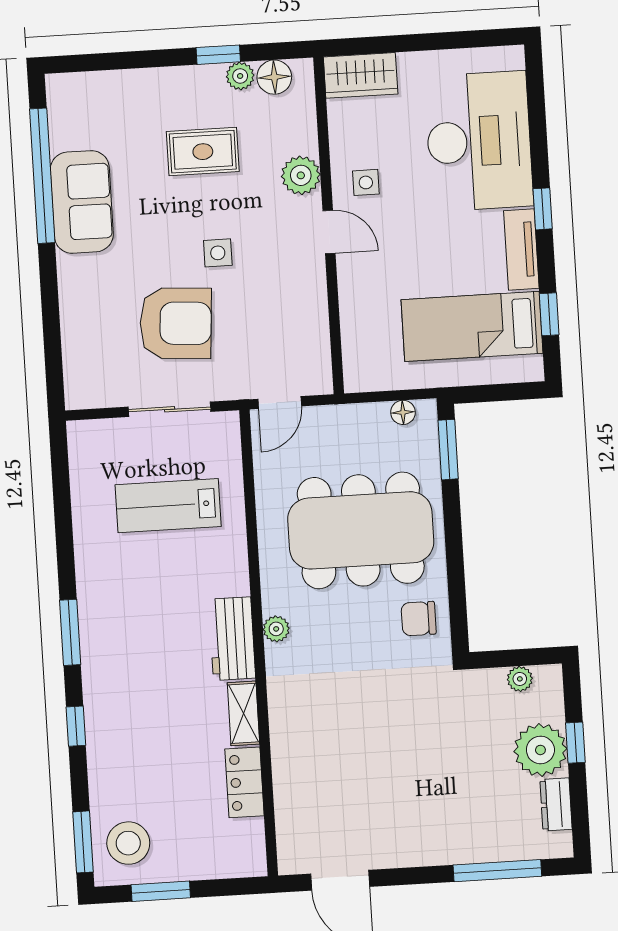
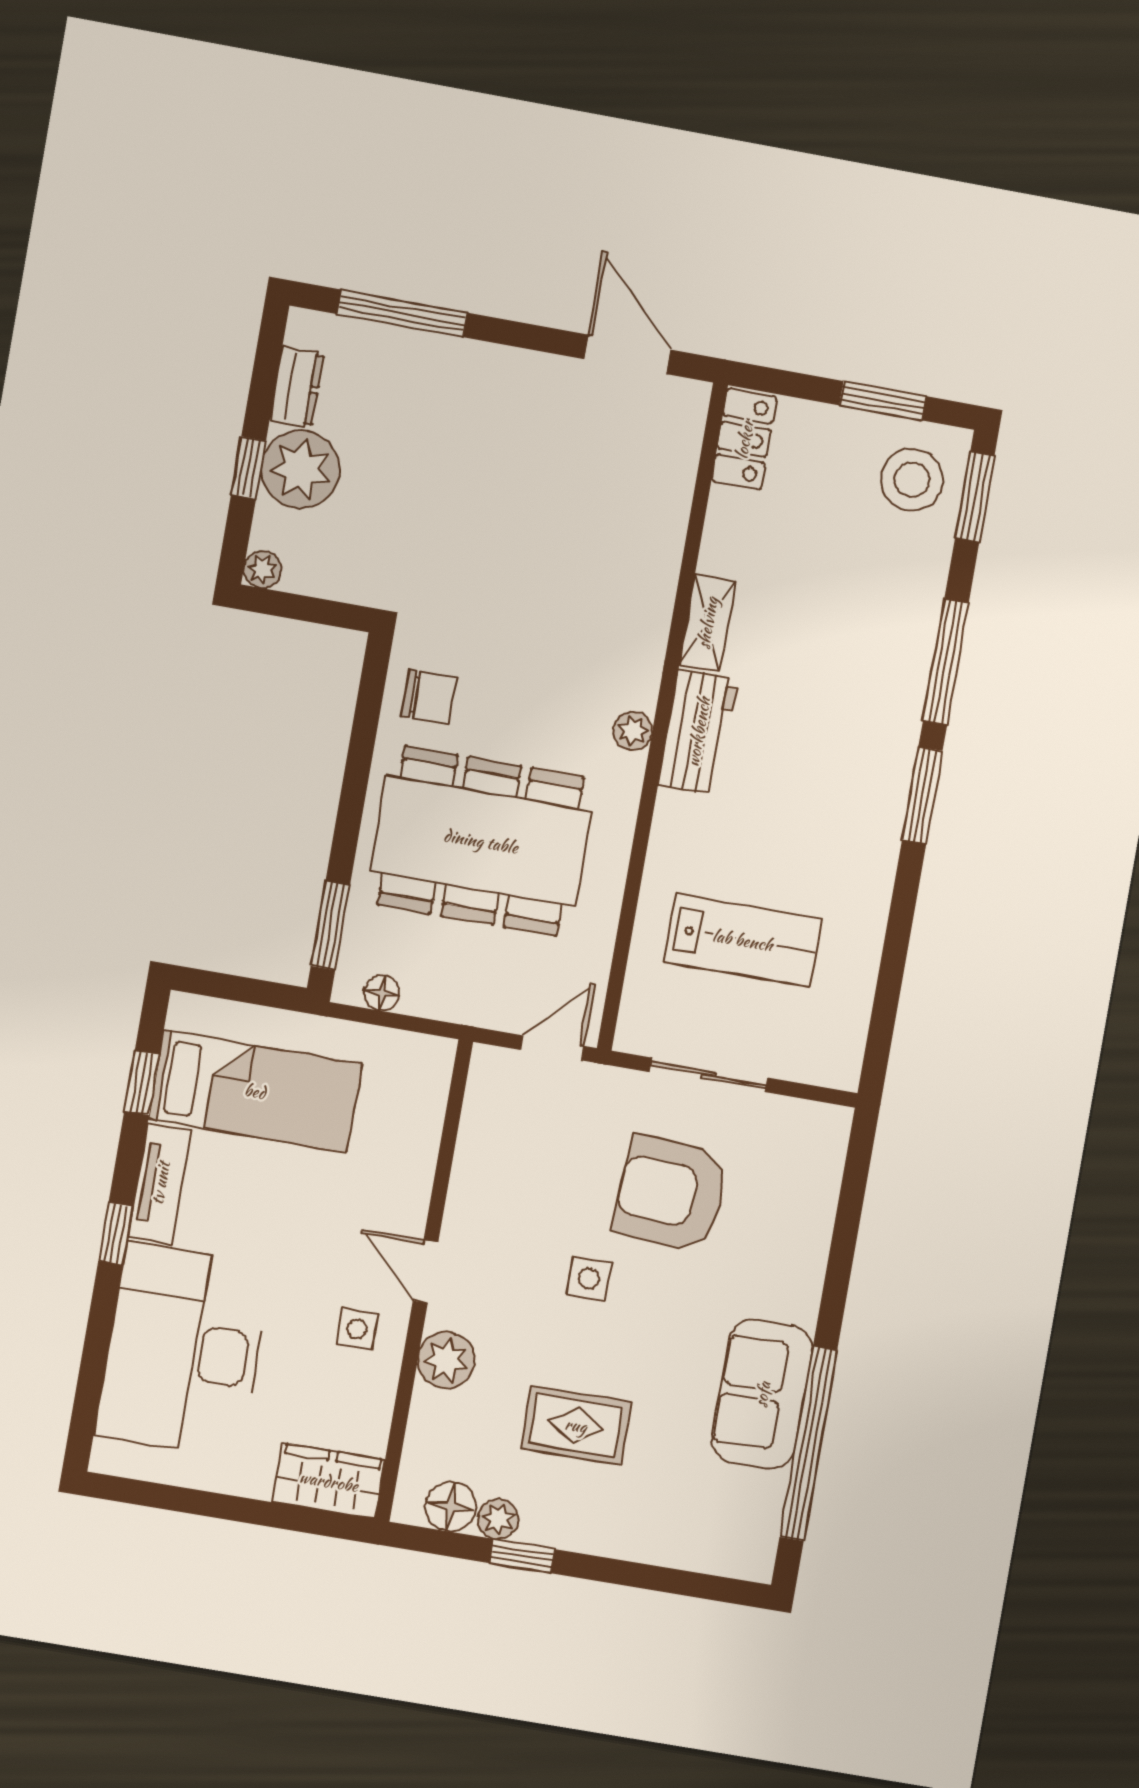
plant: (520, 679) -> (263, 569), moved
window: (76, 726) -> (946, 662), width x2.17
locker: (244, 782) -> (744, 439), moved

